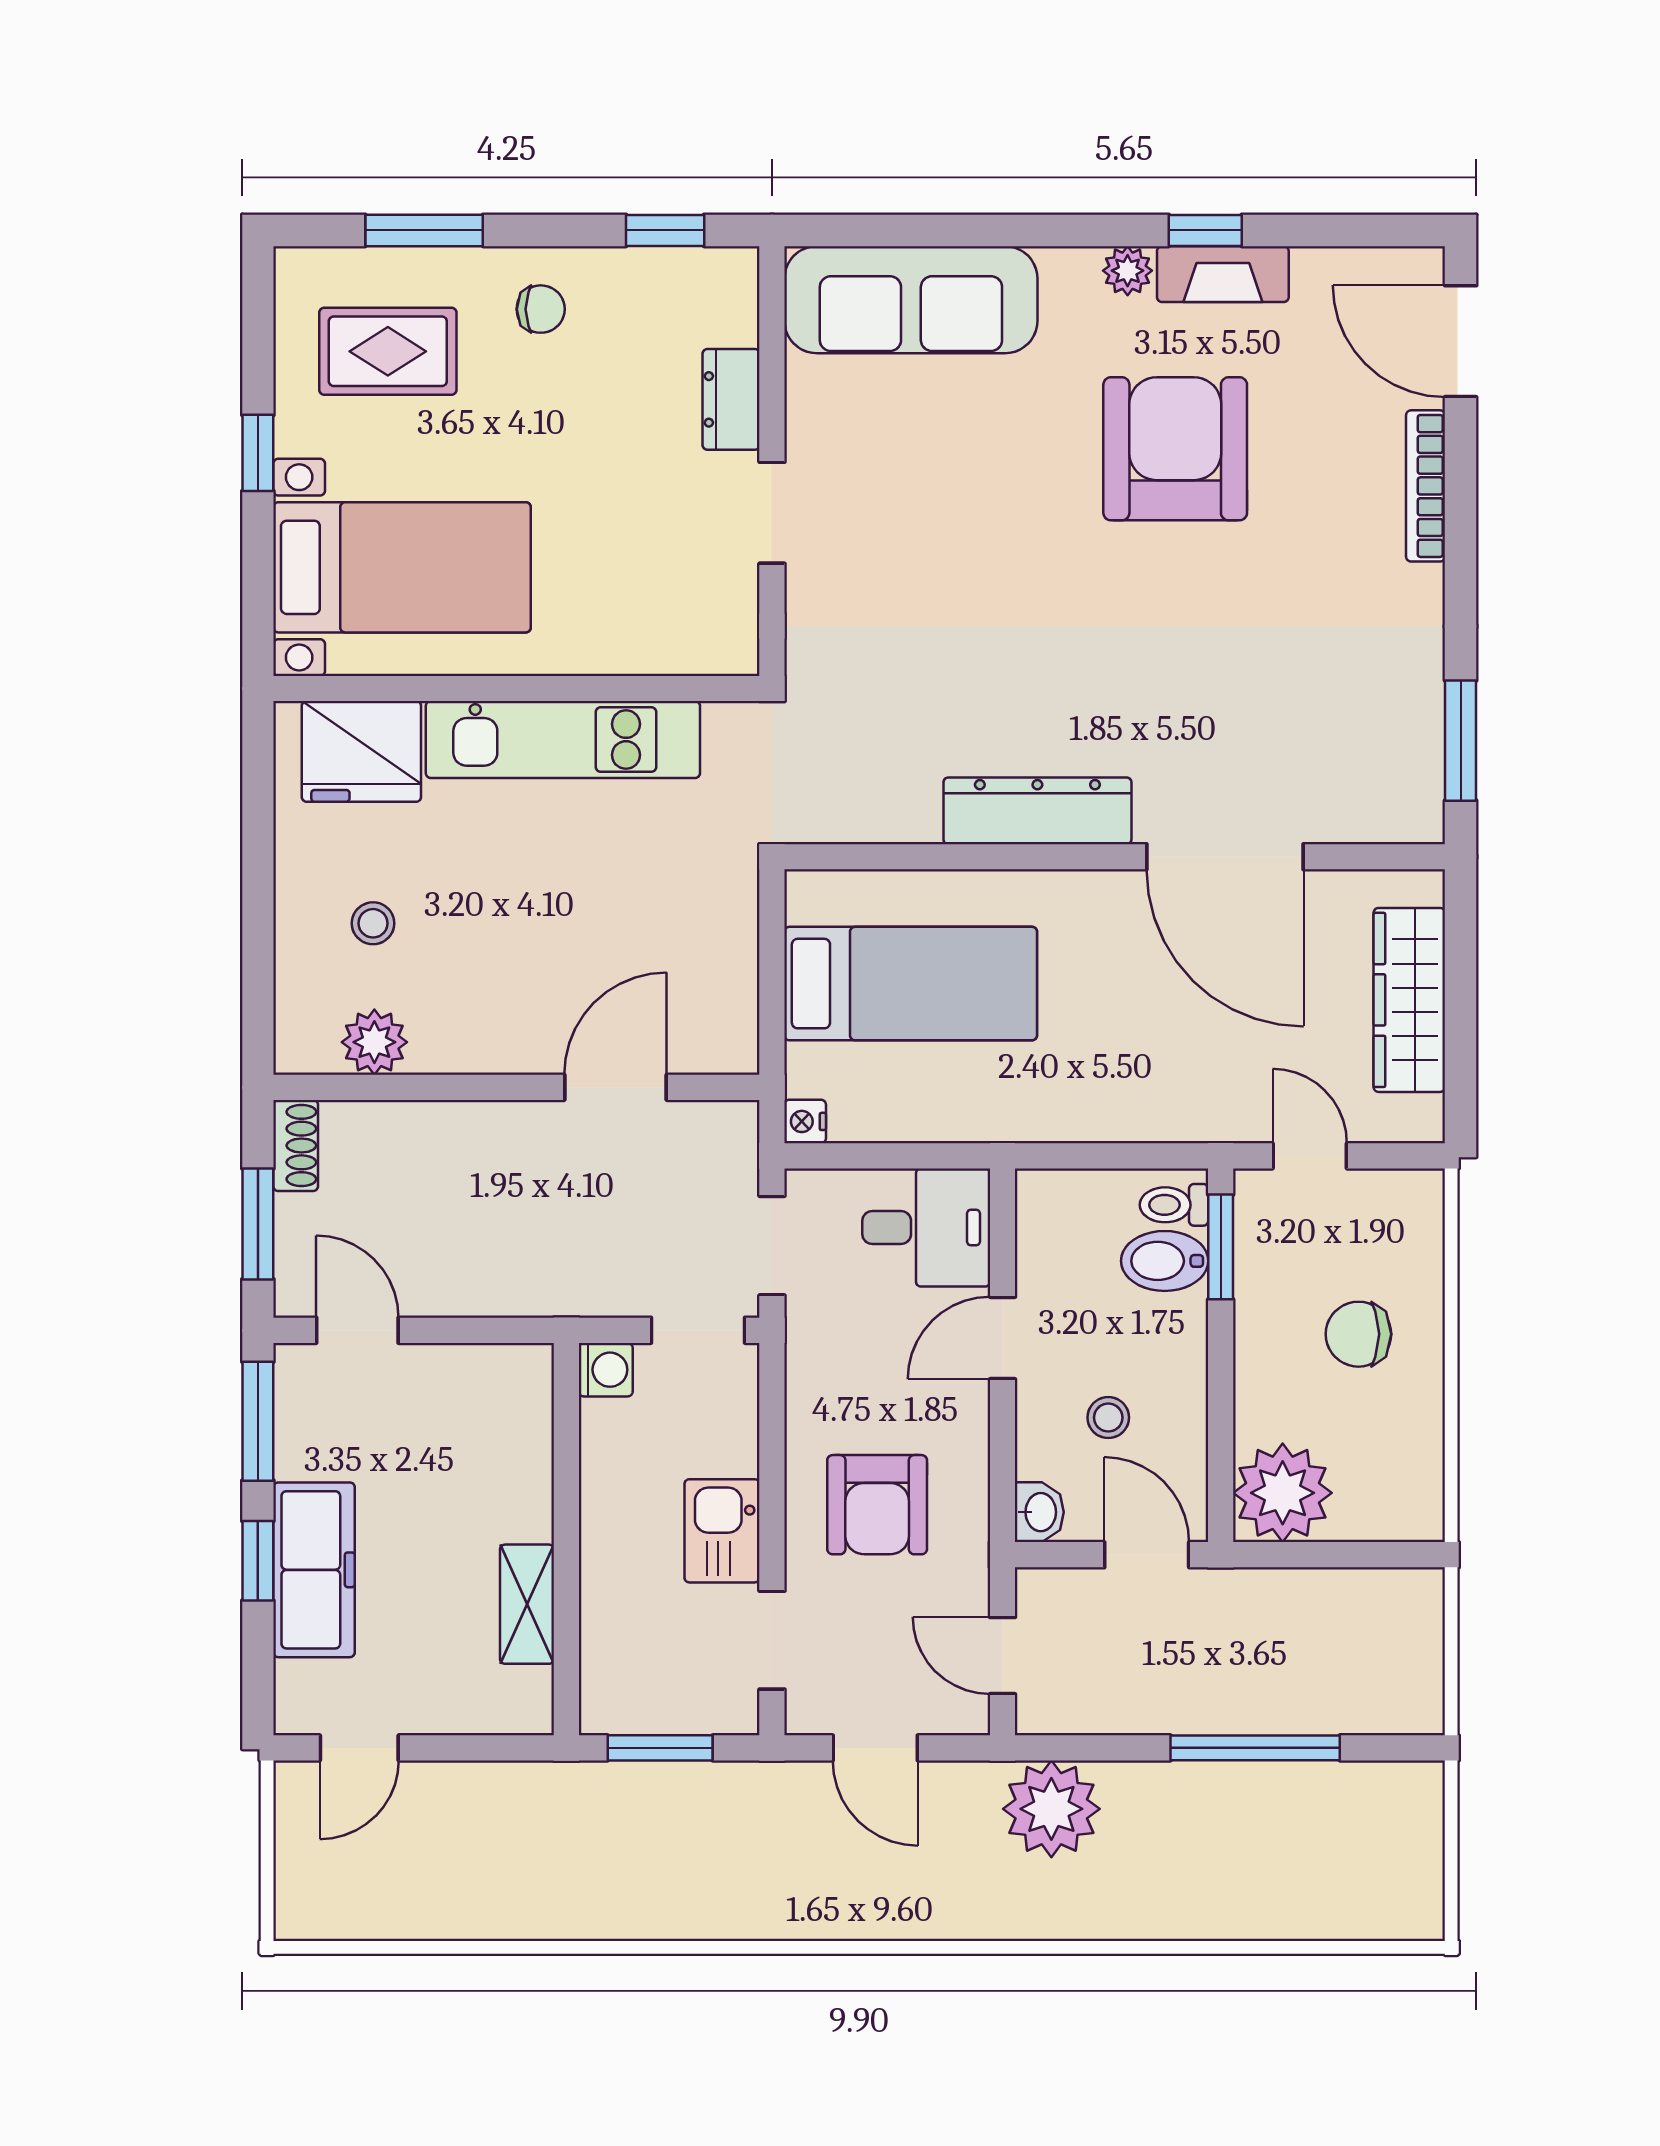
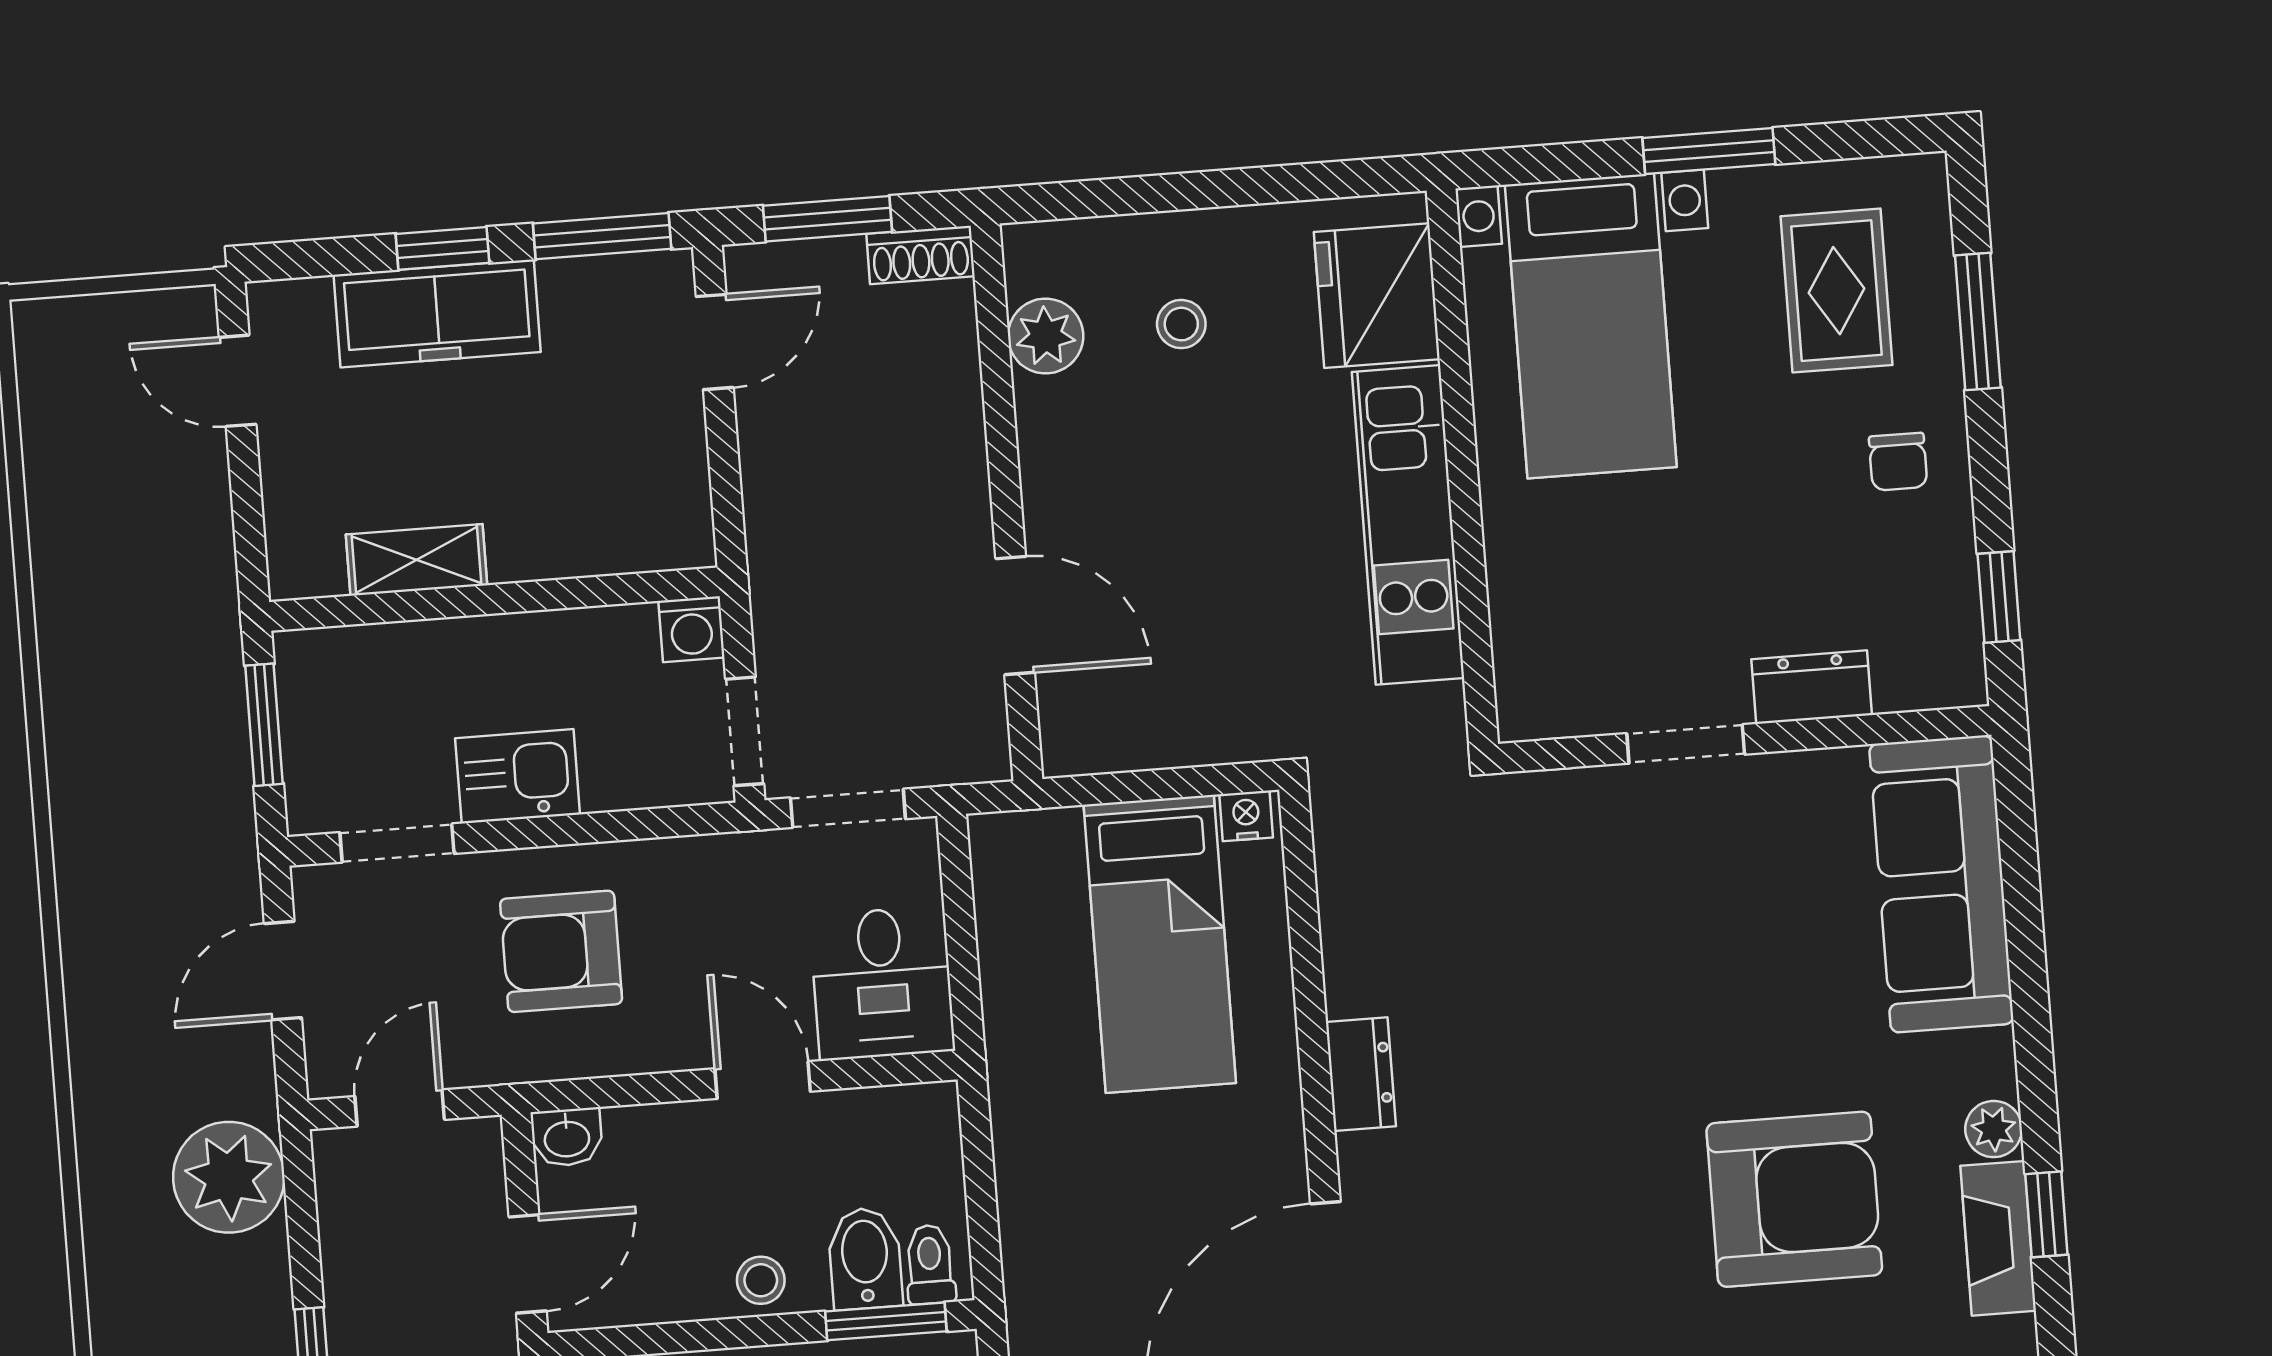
window: (258, 453) -> (1709, 151), width x1.50
dresser: (1037, 811) -> (1361, 1074), width x0.51, depth x0.80
nightstand: (805, 1121) -> (1246, 816), moved
stool: (1108, 1418) -> (761, 1280), moved

